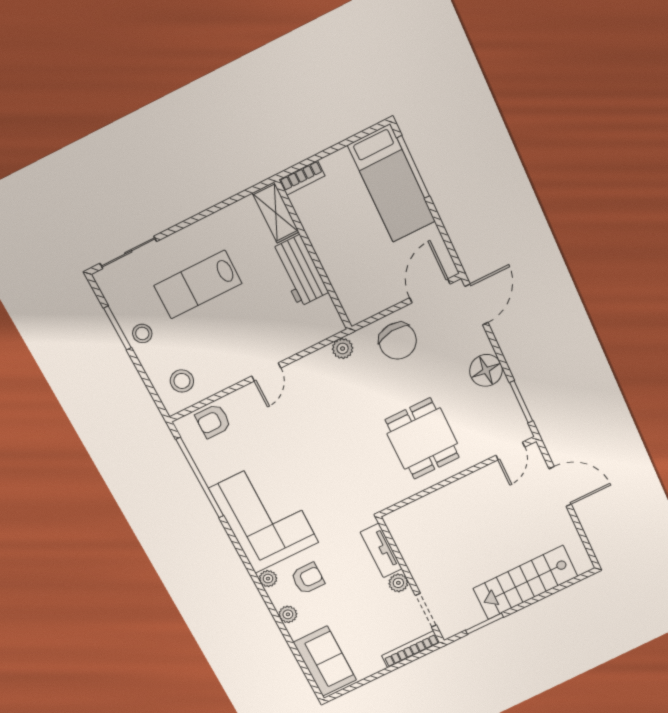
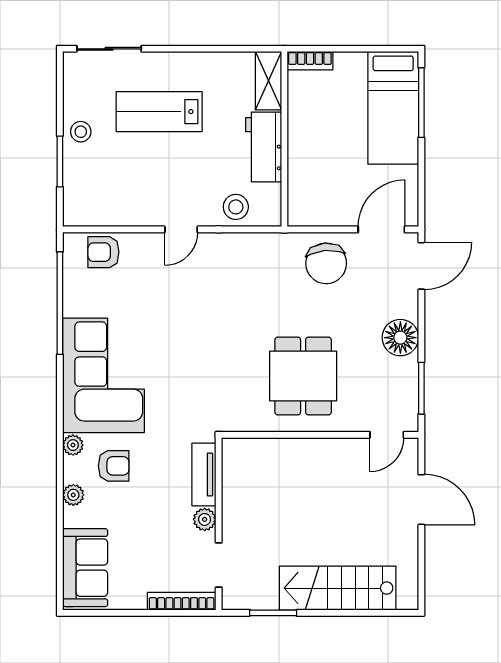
window: (118, 328) -> (60, 161), moved
plant: (343, 349) -> (268, 244), removed
stool: (182, 381) -> (236, 207), moved

